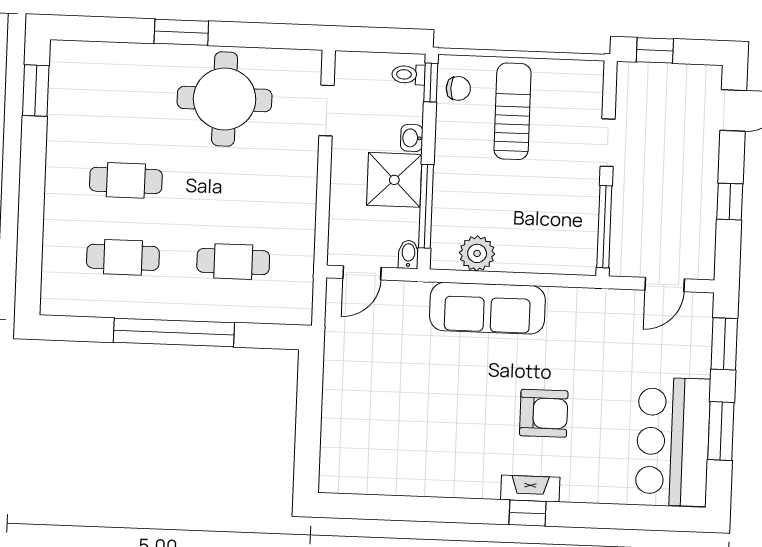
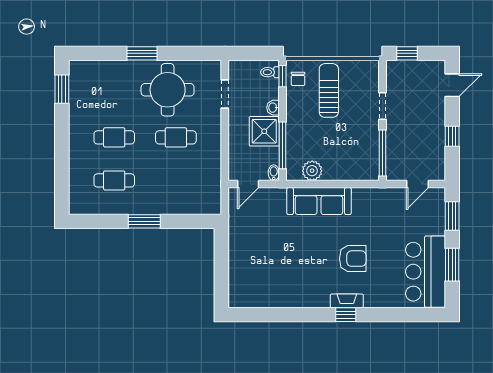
chair: (458, 88) -> (298, 79), turned 90
cafe table: (233, 262) -> (176, 137), moved
window: (174, 332) -> (144, 221), width x0.47

